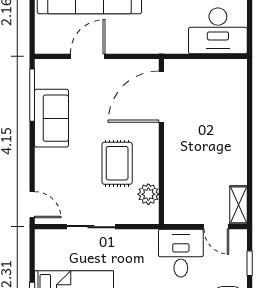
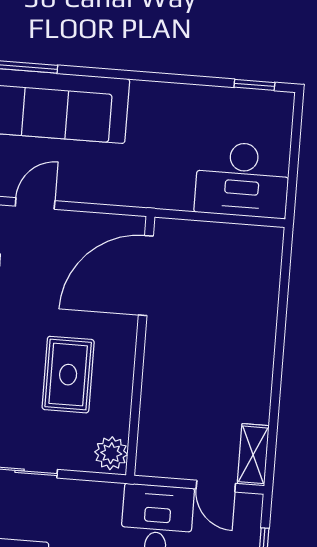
door: (88, 56) -> (35, 203), width x0.73
plant: (148, 194) -> (111, 453), moved

